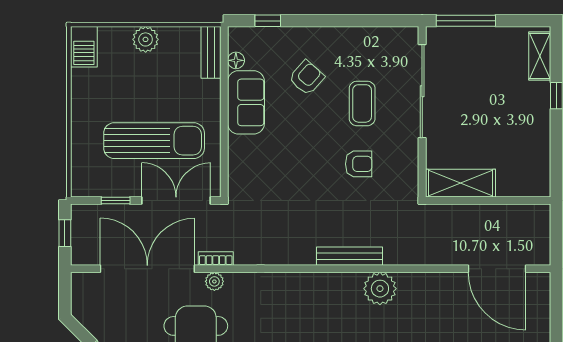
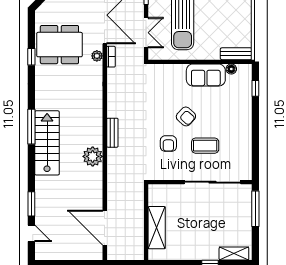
plant: (146, 39) -> (244, 14), removed
armchair: (307, 78) -> (186, 116), moved
shelving: (461, 183) -> (157, 228), moved
double door: (176, 201) -> (146, 33), width x0.73
bench: (350, 256) -> (112, 133), width x0.73
door: (497, 269) -> (105, 228), hinge flipped

